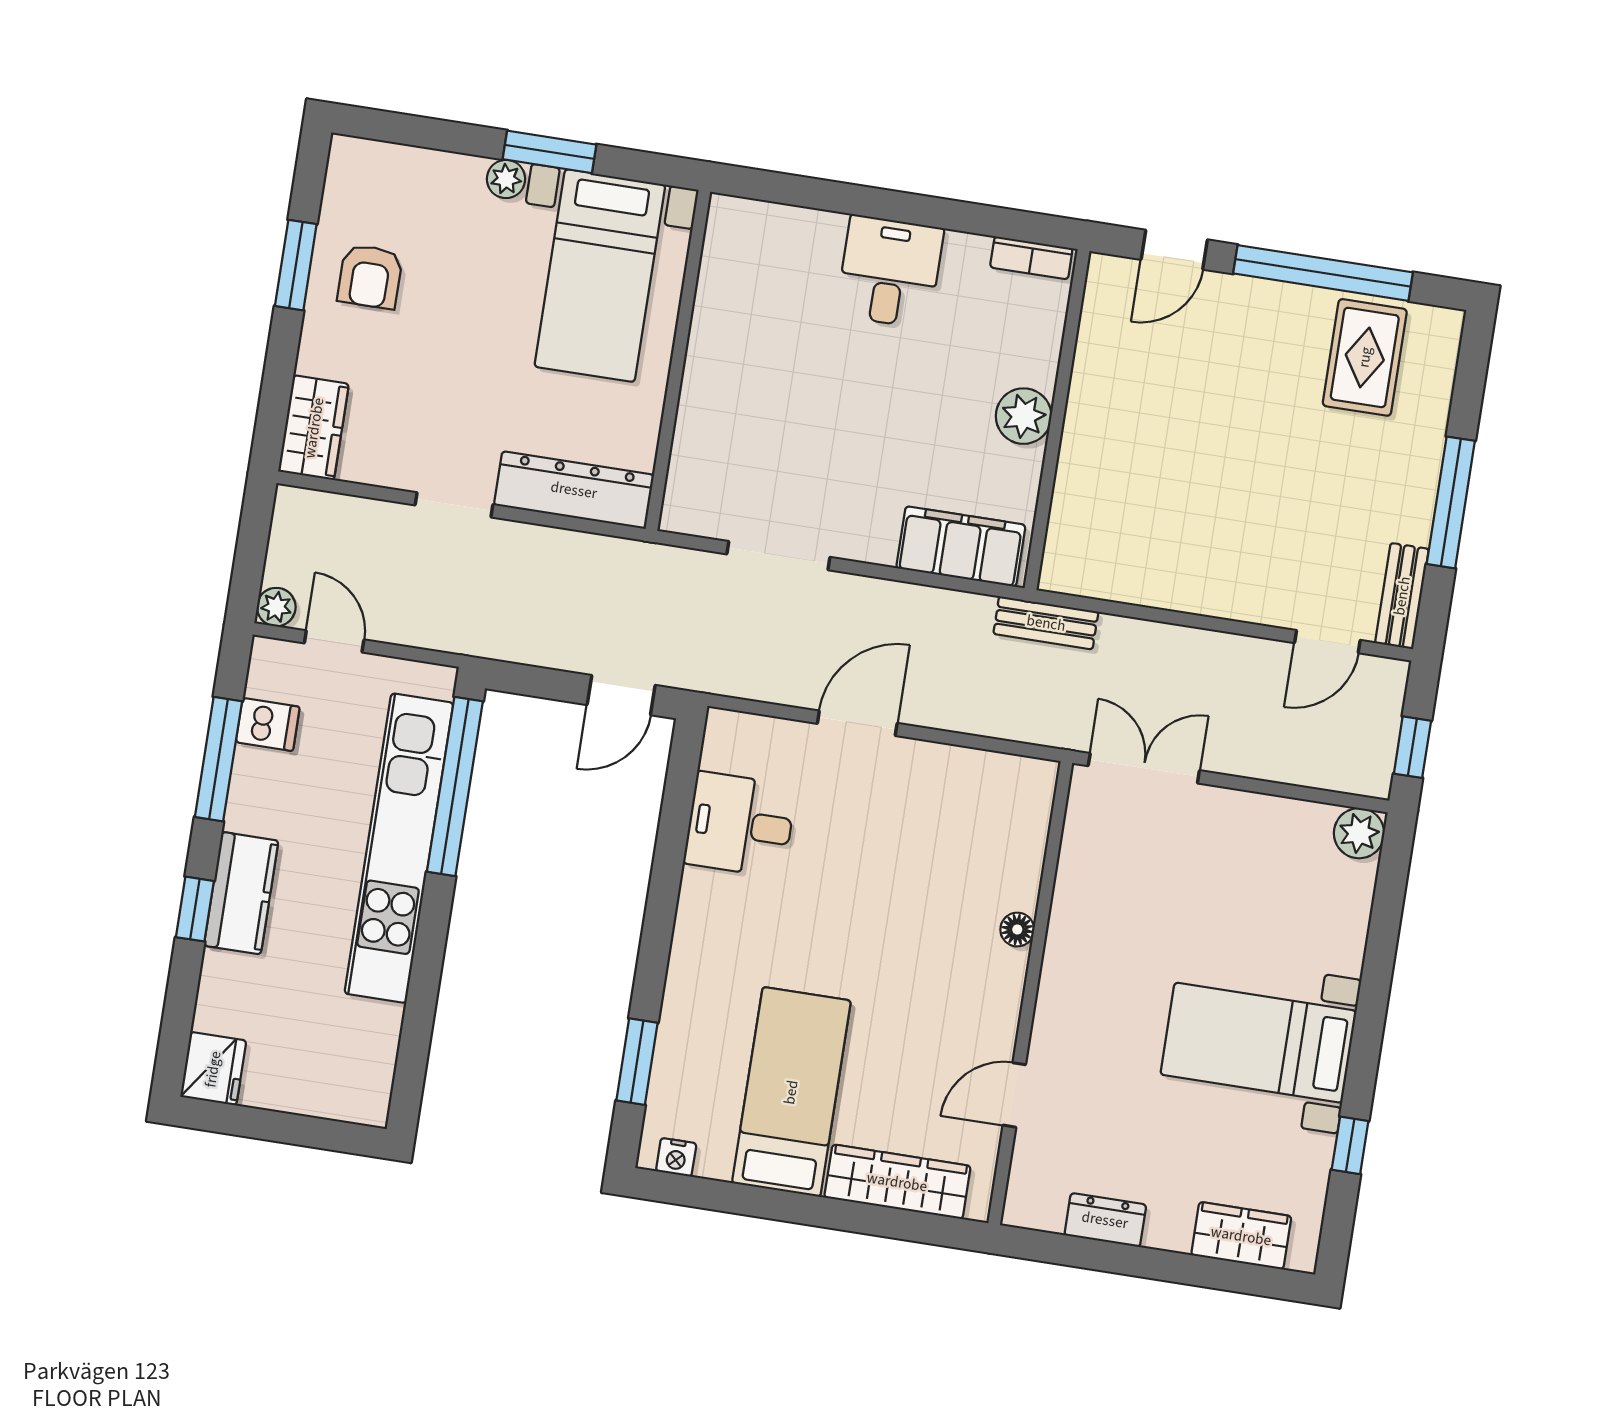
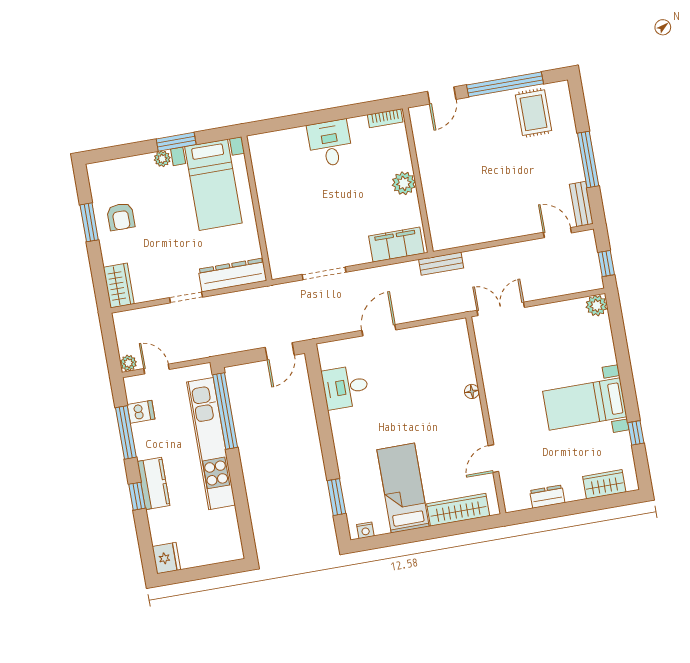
door: (1327, 642) -> (557, 233), swing flipped

